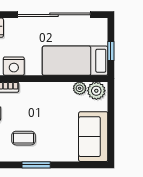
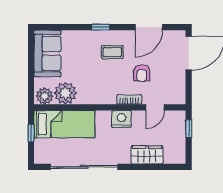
plant: (80, 88) -> (65, 93), width x1.88, depth x1.88
window: (36, 165) -> (101, 27), width x0.67

